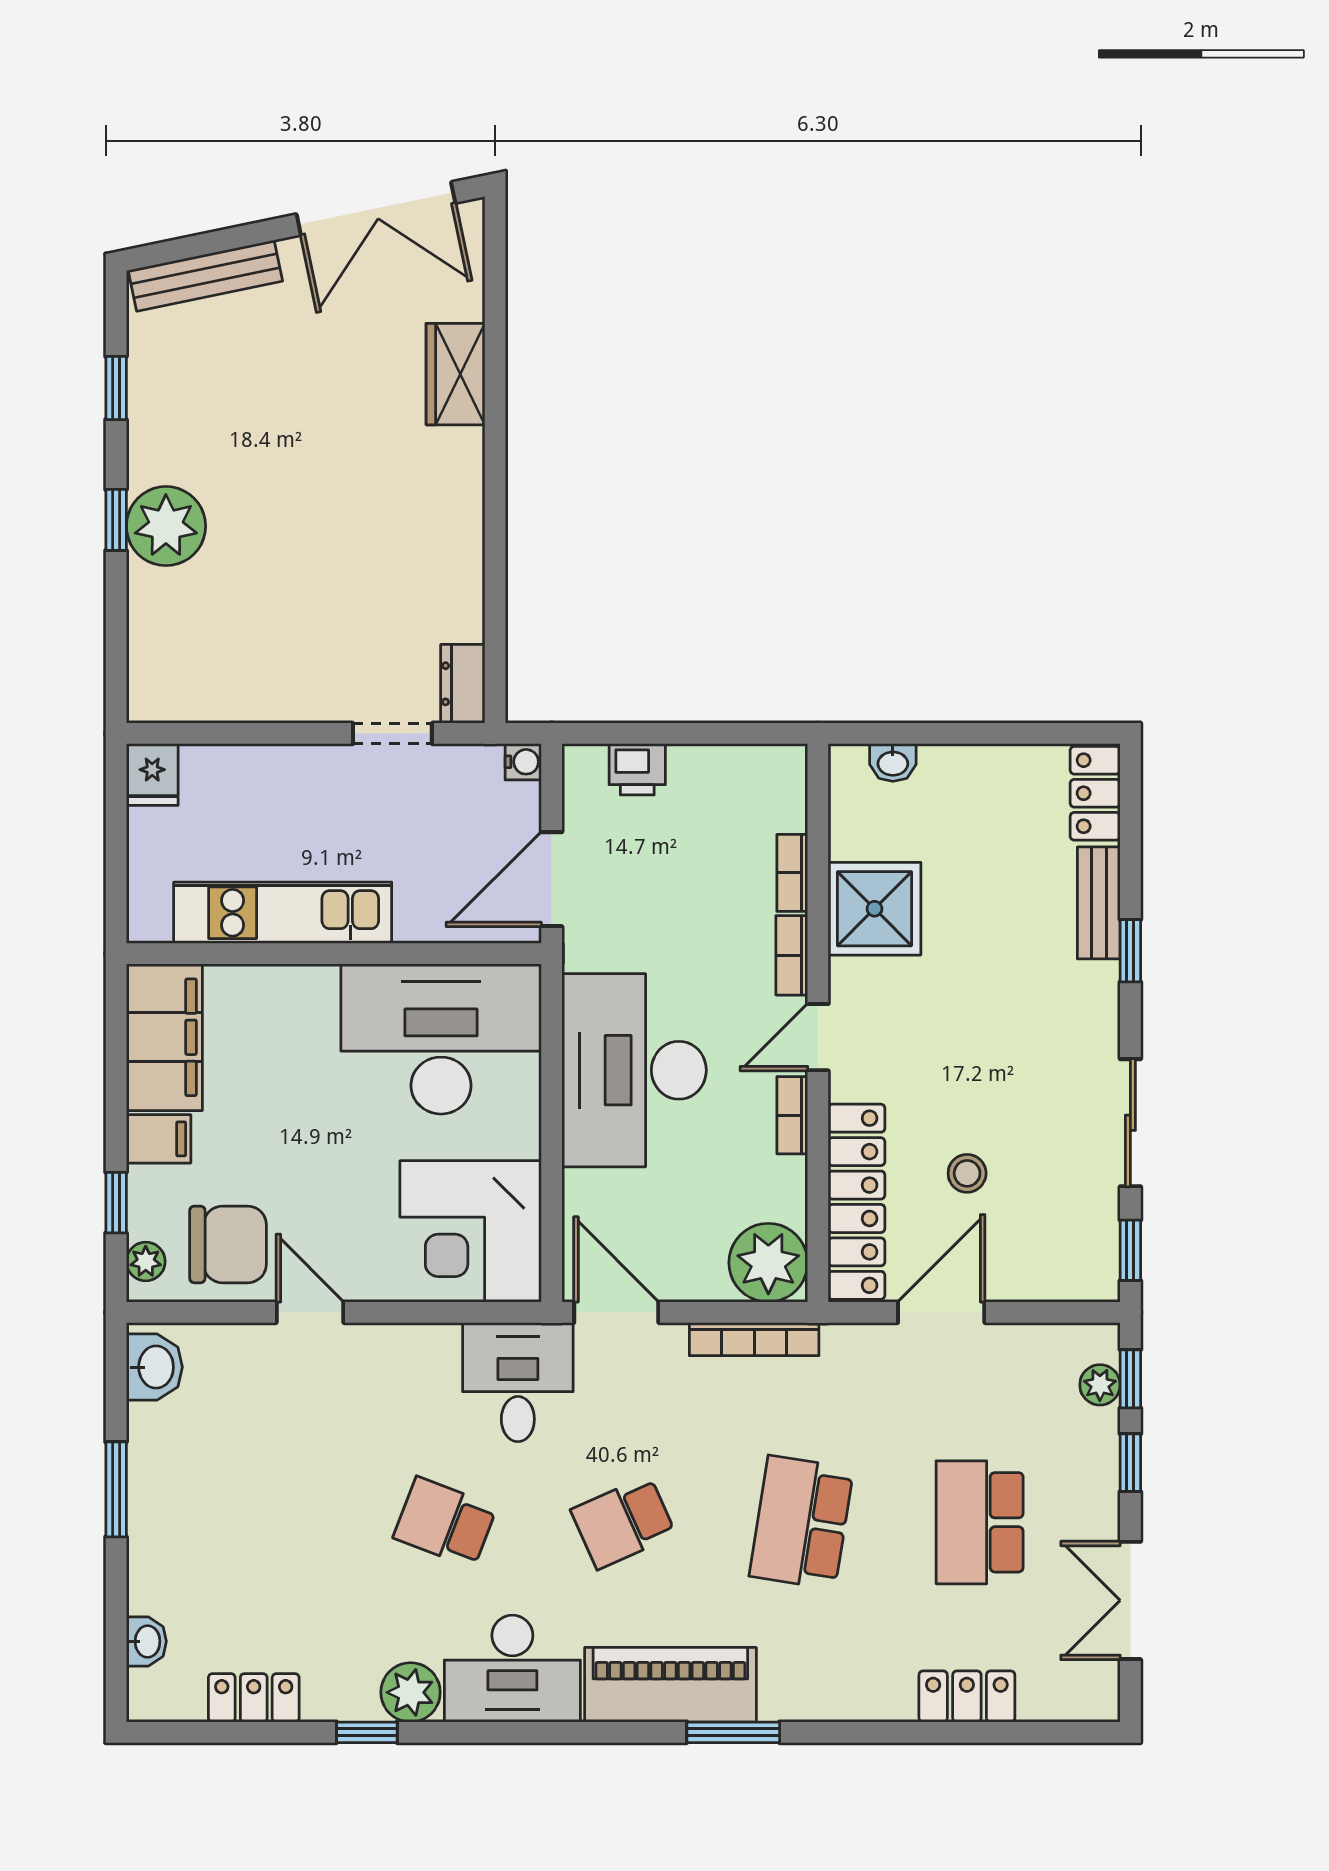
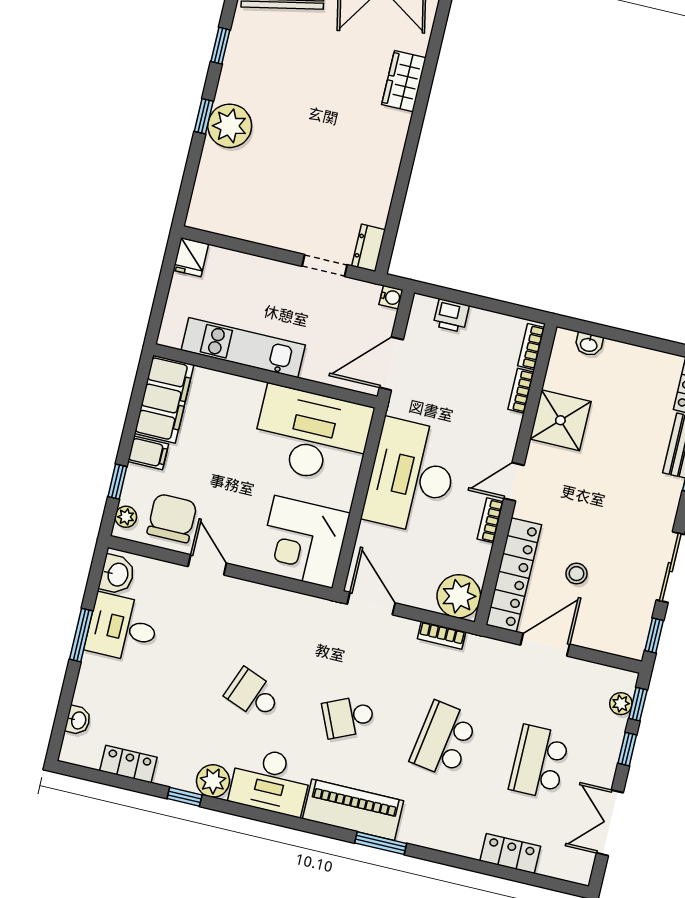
bookcase: (792, 955) -> (531, 347), moved
chair: (228, 1244) -> (172, 518), turned -90
bookcase: (754, 1339) -> (442, 635), width x0.64
desk: (518, 1382) -> (122, 628), moved, turned -90

